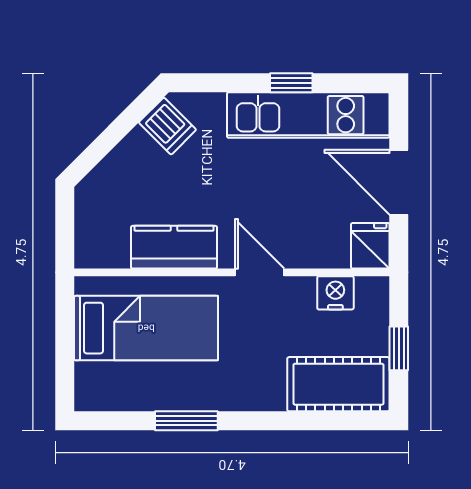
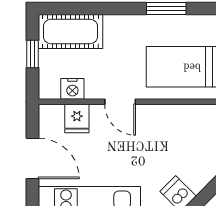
fridge: (370, 246) -> (77, 119), moved
kitchen counter: (174, 247) -> (174, 118), removed

